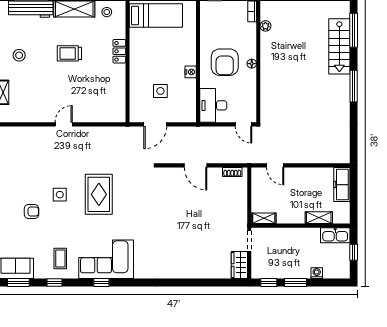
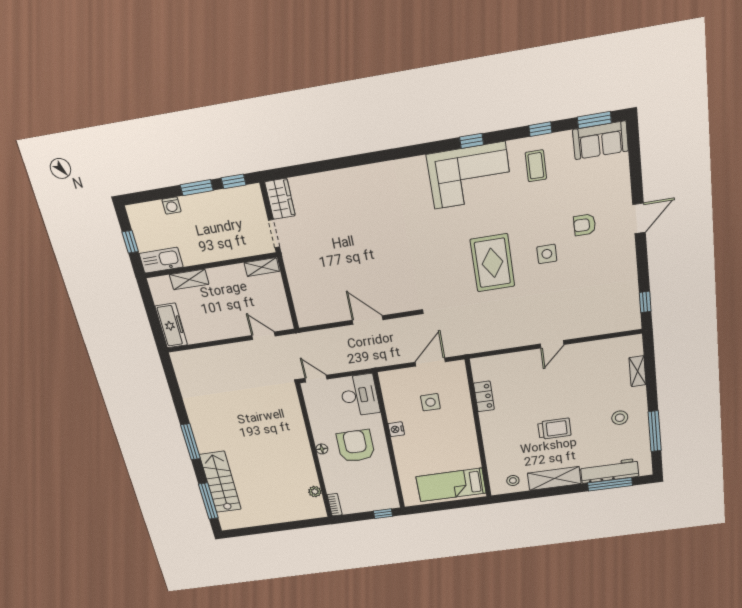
locker: (119, 51) -> (484, 396), moved
shoe rack: (232, 172) -> (317, 319), removed

